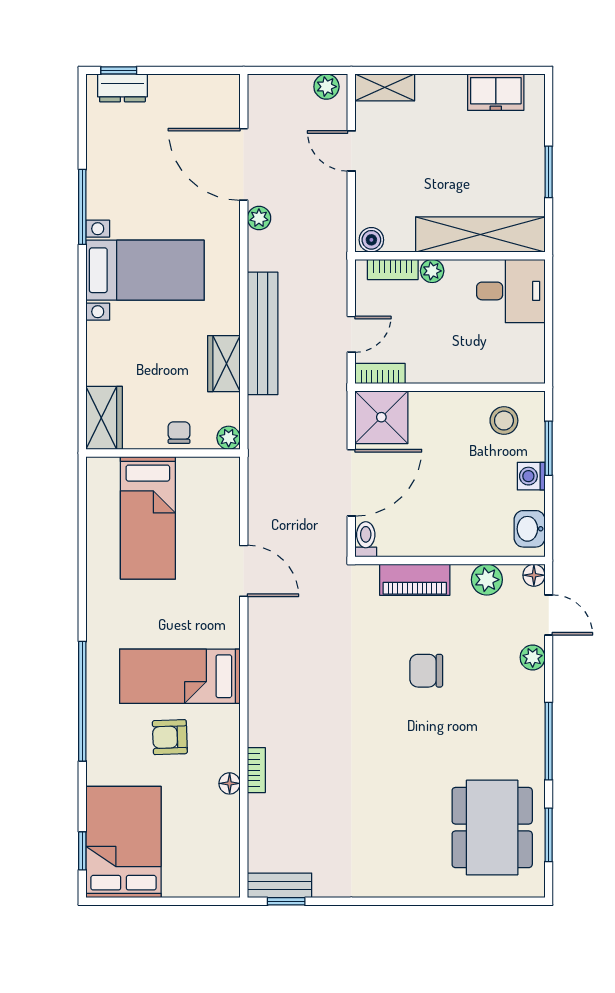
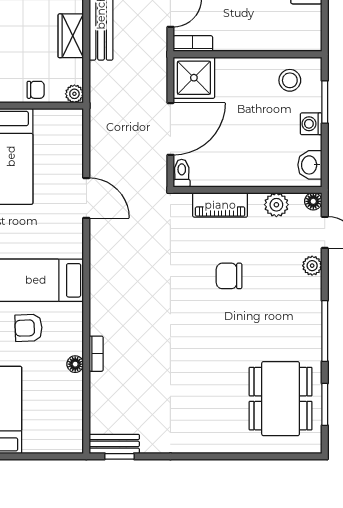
chair: (179, 433) -> (36, 90), turned 90

